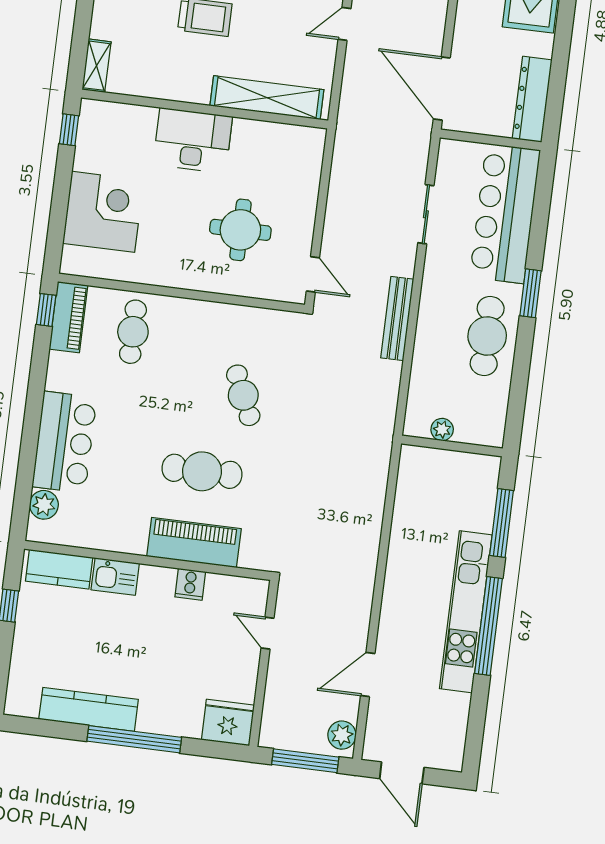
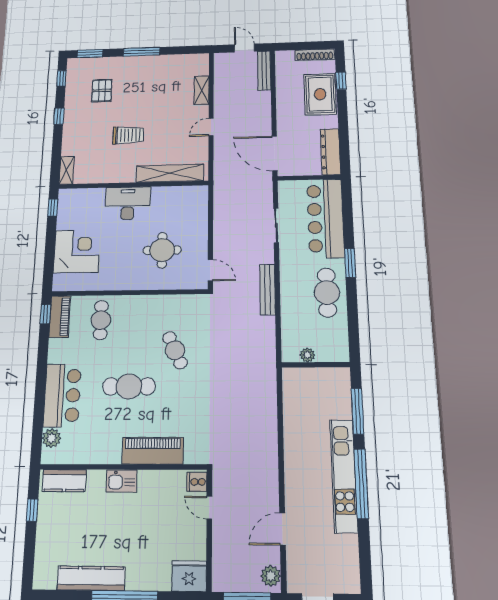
cafe table: (202, 471) -> (129, 386), moved
kitchen sink: (115, 577) -> (122, 481), moved
cooker: (190, 584) -> (197, 482), moved, turned 90

